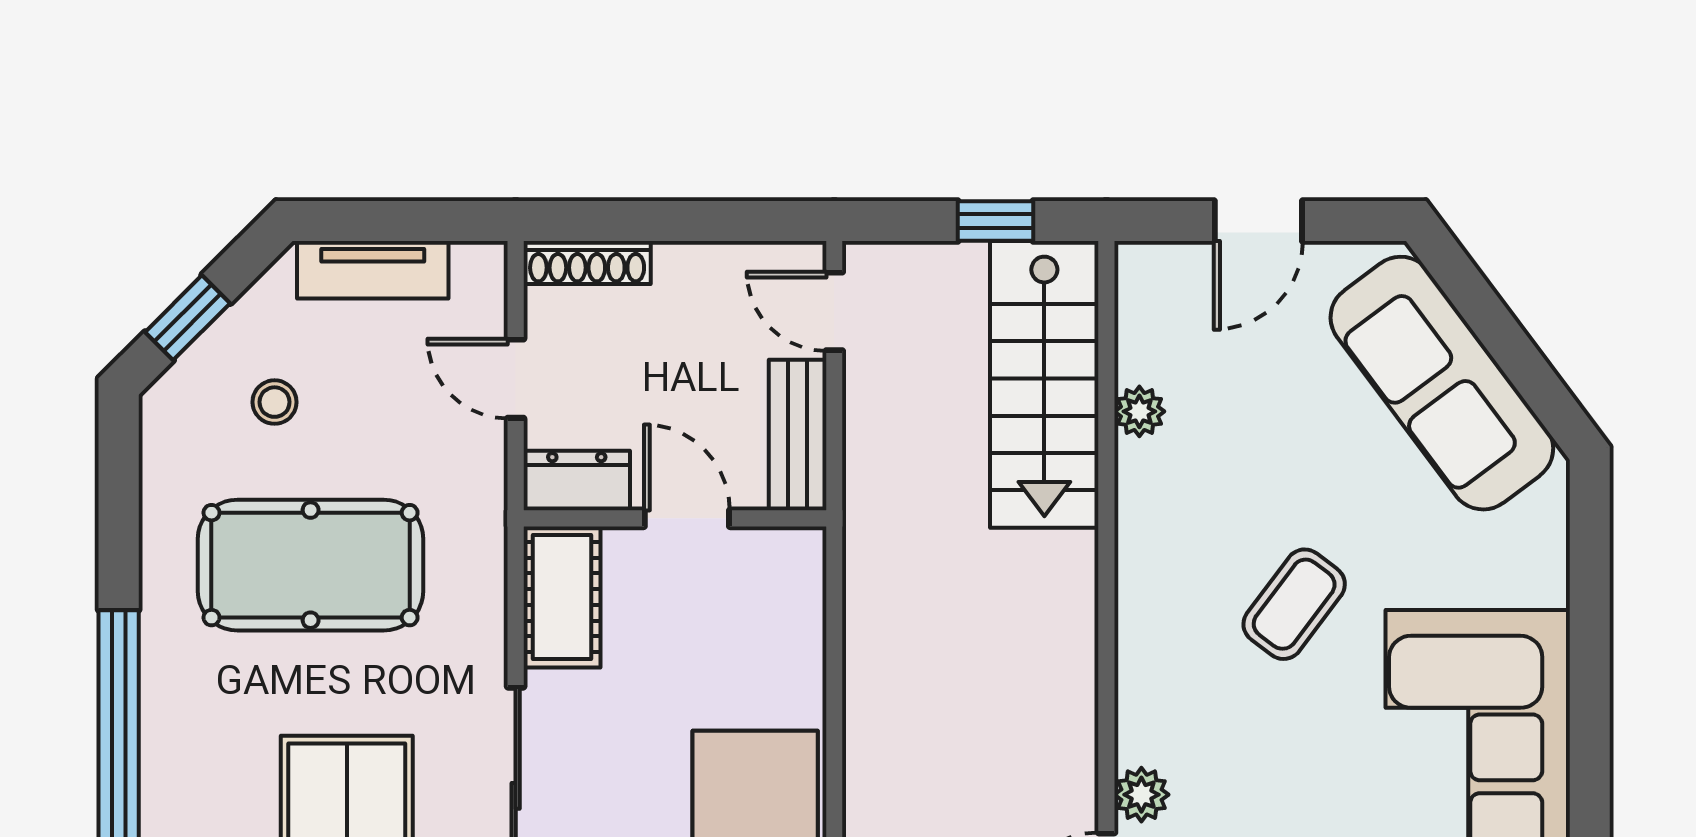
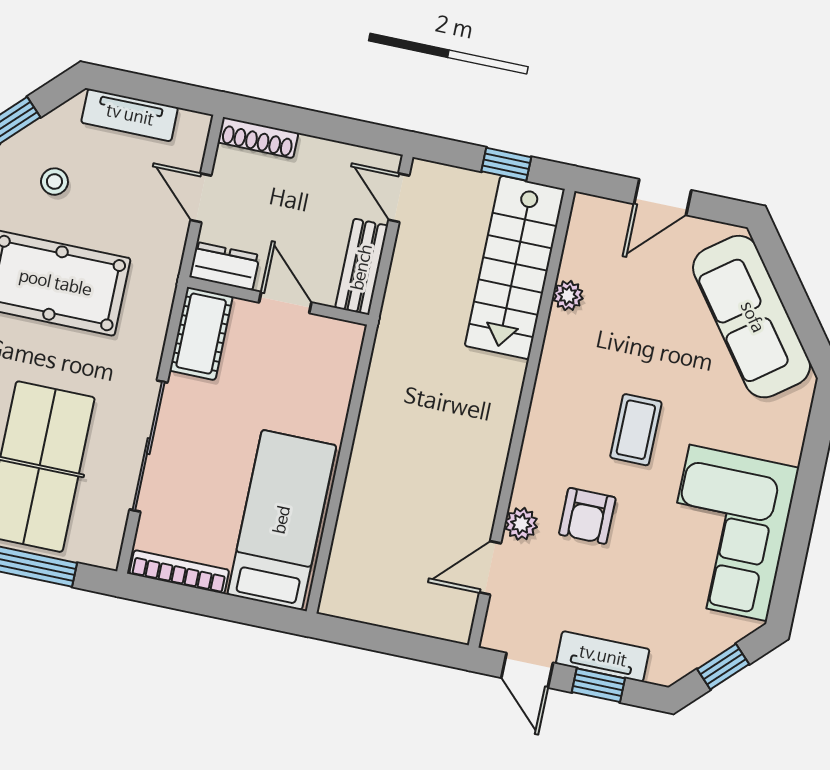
coffee table: (1294, 604) -> (636, 430), turned -37
armchair: (1245, 759) -> (587, 516), added

